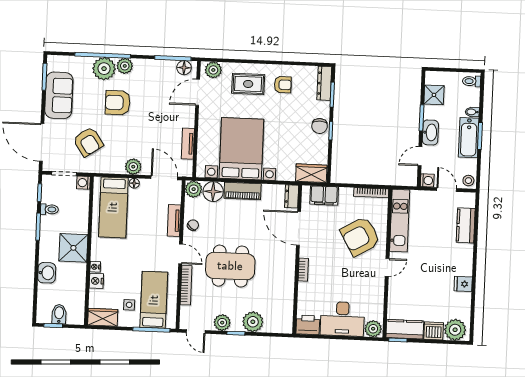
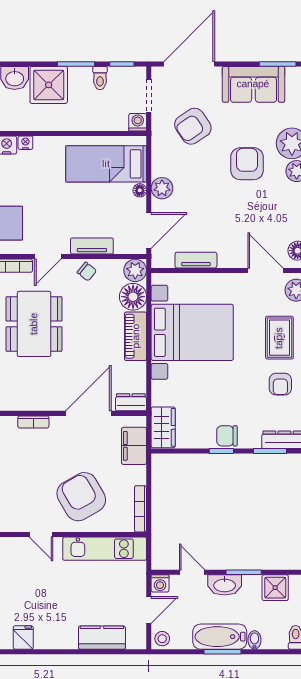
shower: (73, 248) -> (49, 85), moved

